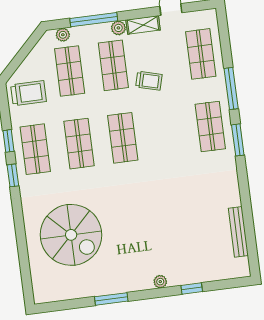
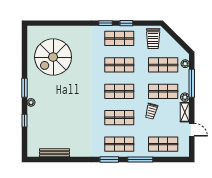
shop shelf: (167, 132) -> (119, 118), added
spiral stairs: (71, 235) -> (53, 57), moved
window: (111, 299) -> (25, 88), moved

